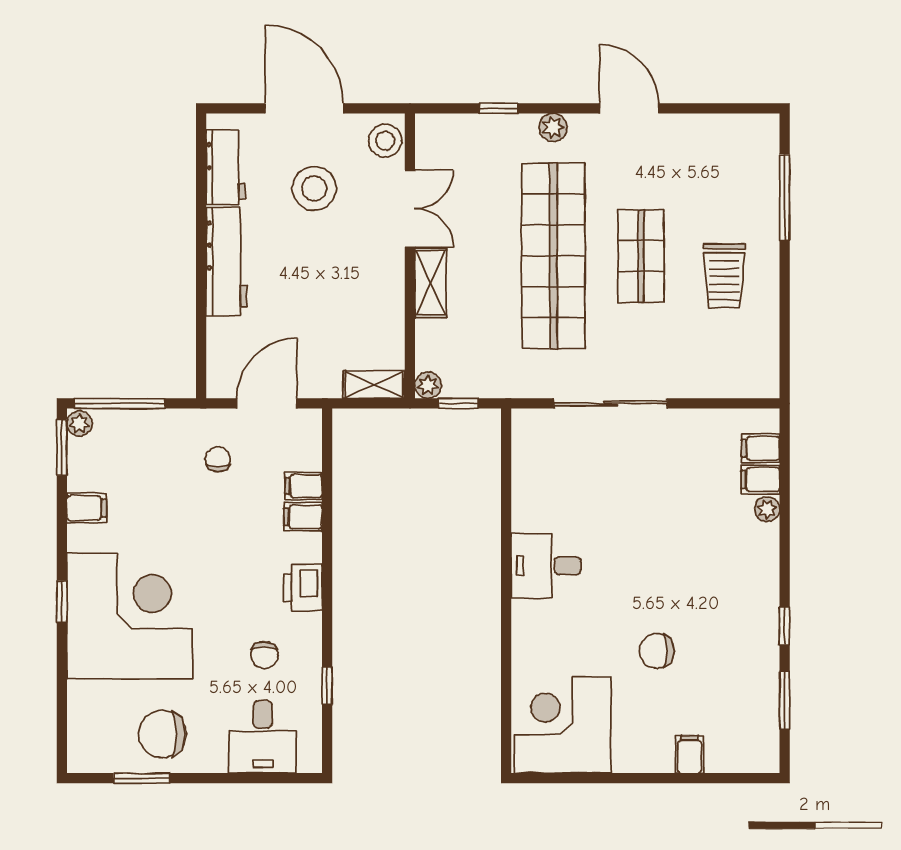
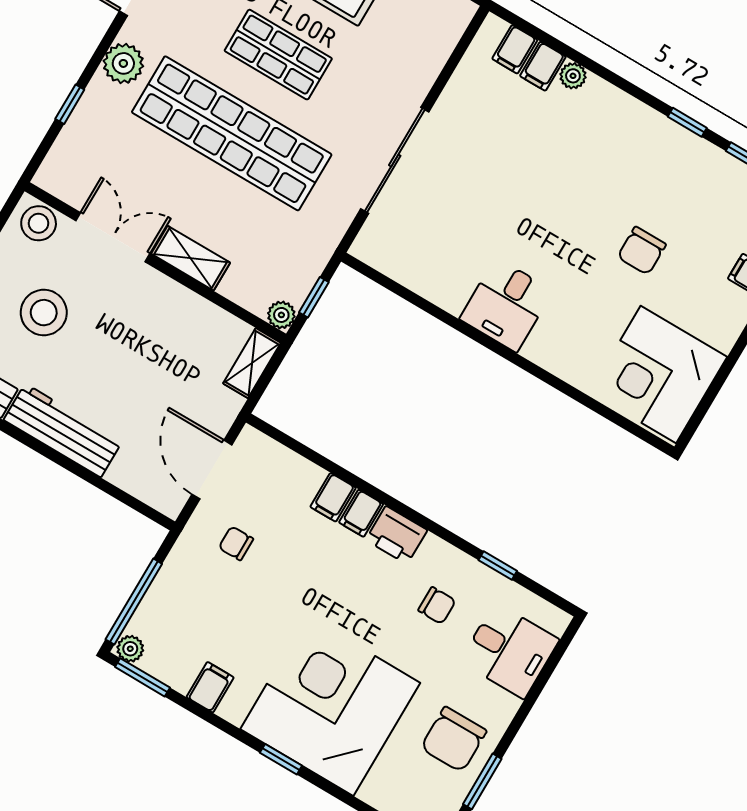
plant: (553, 127) -> (123, 63), width x1.38, depth x1.38
filing cabinet: (304, 486) -> (361, 513), moved

